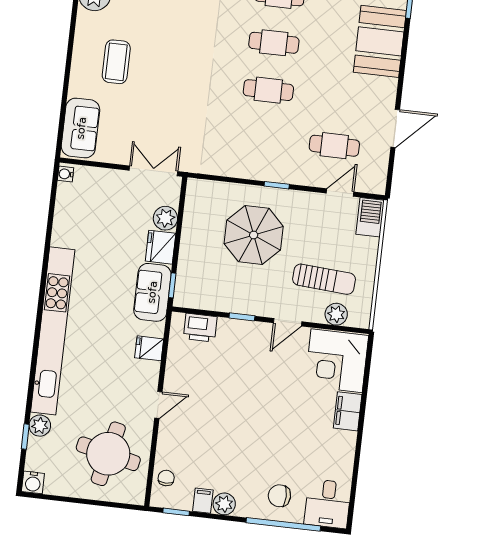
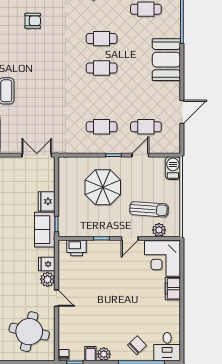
cafe table: (268, 90) -> (102, 127), moved
door: (340, 192) -> (140, 155), moved
plant: (165, 218) -> (48, 279), moved
door: (158, 405) -> (56, 298), hinge flipped
chair: (166, 478) -> (64, 354), moved
chair: (279, 496) -> (137, 345), turned 137

